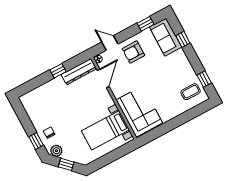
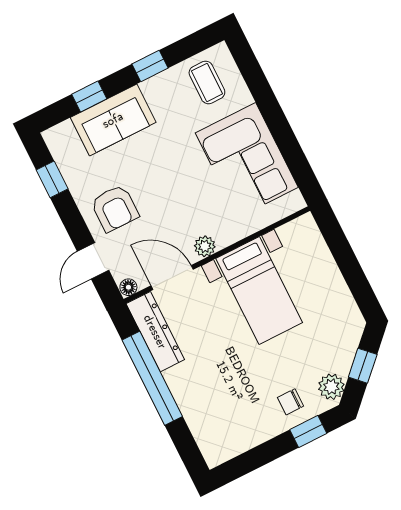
sofa: (166, 37) -> (113, 120), moved
window: (58, 71) -> (152, 378), width x3.17
window: (204, 79) -> (150, 66), moved
plant: (117, 93) -> (205, 246), added
corner sofa: (139, 111) -> (247, 160), moved, turned -90
bed with nightstands: (105, 130) -> (259, 290), moved

